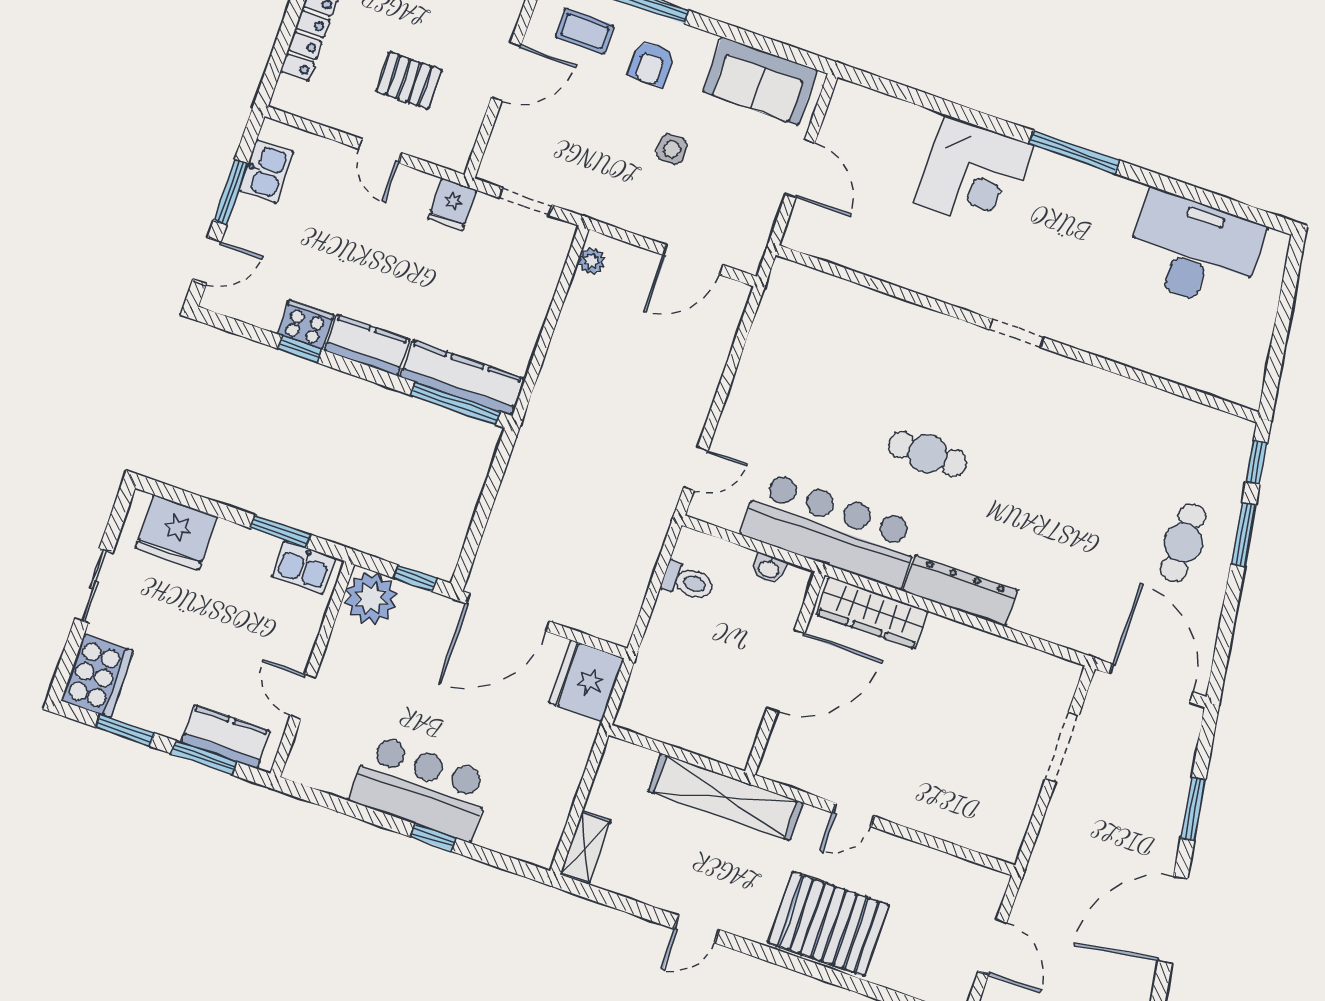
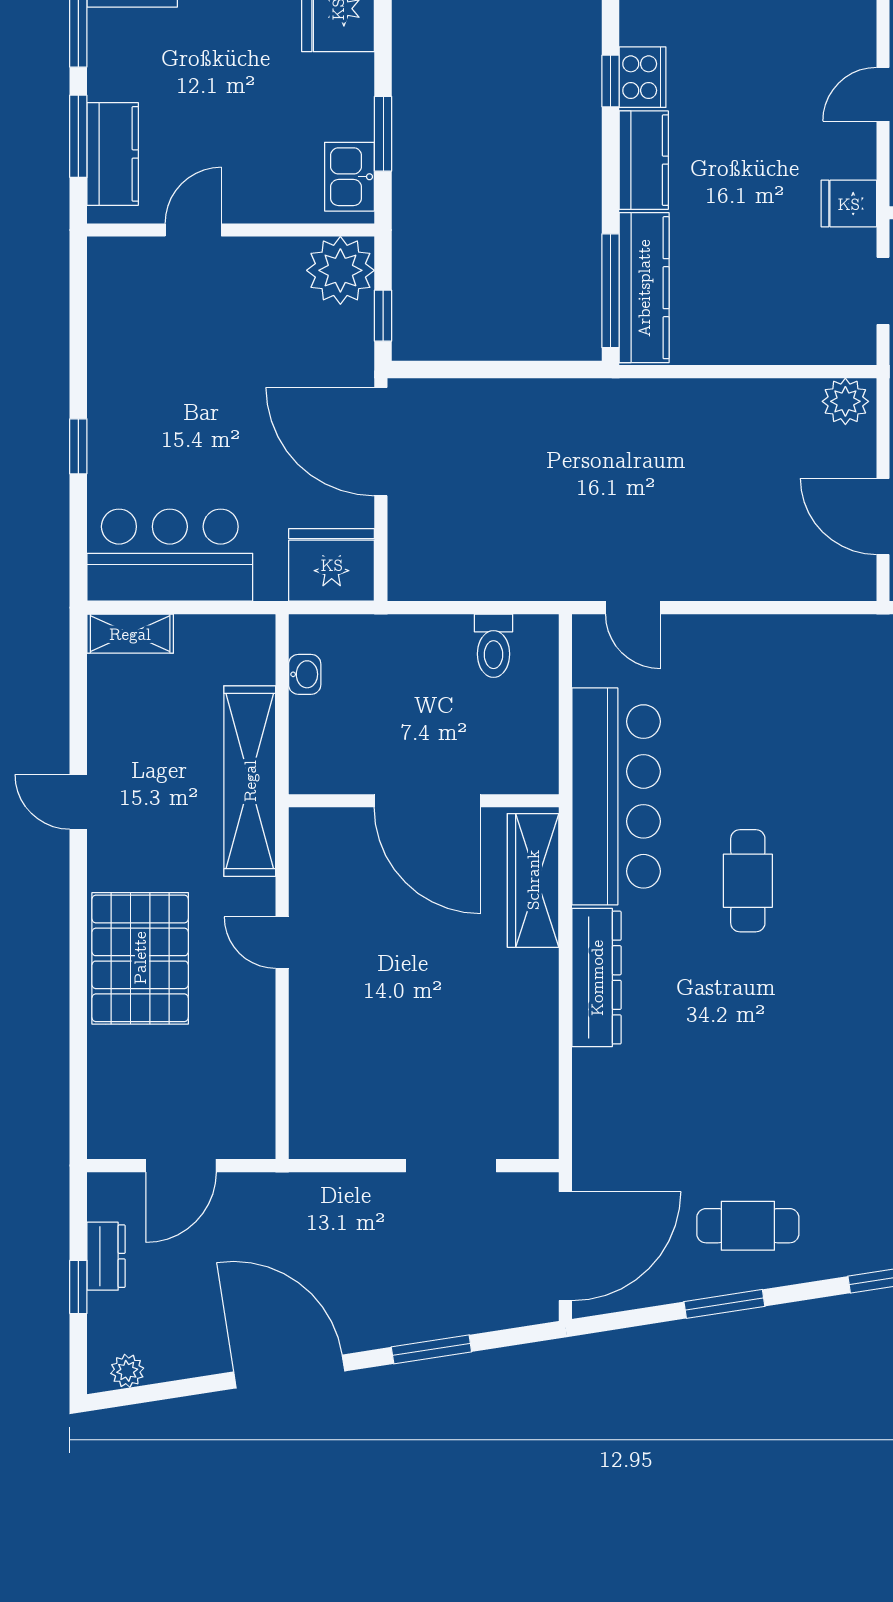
plant: (592, 261) -> (845, 401), width x1.38, depth x1.38
window: (1243, 534) -> (724, 1304), moved
washbasin: (769, 569) -> (305, 674), moved, turned 180
bar counter: (421, 788) -> (170, 555), moved, turned -90

